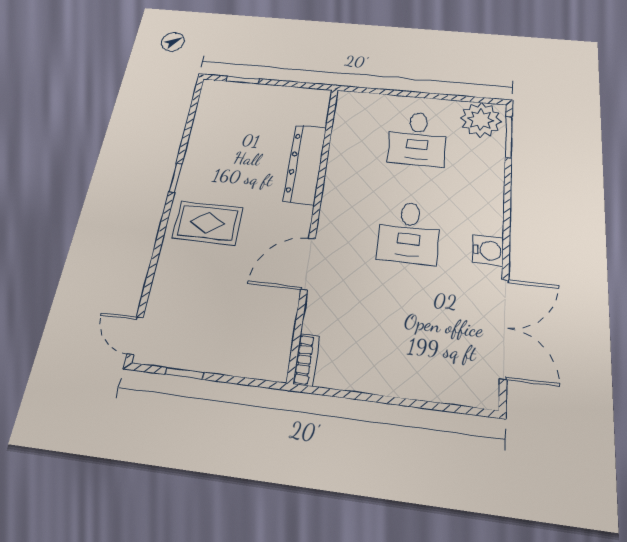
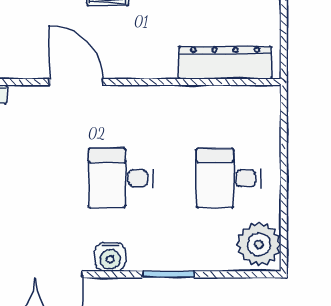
window: (509, 137) -> (169, 274), moved
dresser: (305, 164) -> (225, 63), moved

